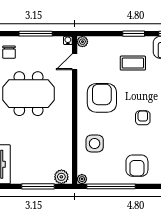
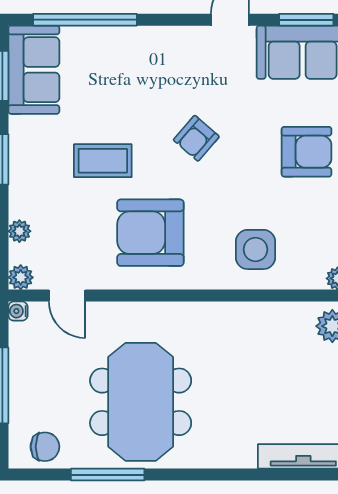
plant: (103, 41) -> (19, 231), added
coffee table: (133, 63) -> (103, 161), moved, turned 90
armchair: (143, 118) -> (196, 138), turned -49

